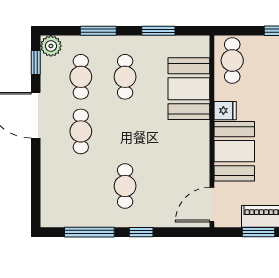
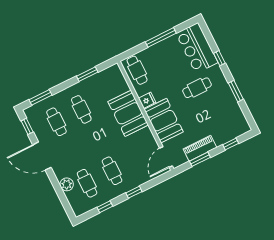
window: (98, 31) -> (41, 97), moved
plant: (51, 46) -> (67, 184), moved
booth: (189, 89) -> (128, 113), moved
cafe table: (81, 131) -> (87, 183), moved
window: (89, 232) -> (105, 207), width x0.46

